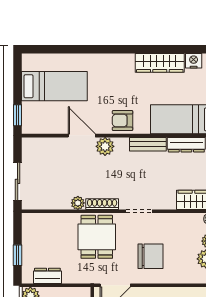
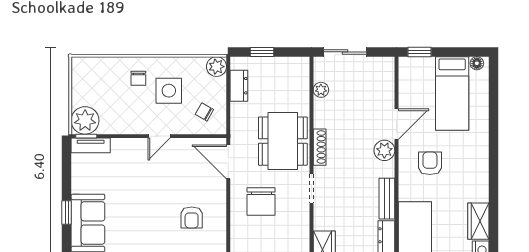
wardrobe: (160, 63) -> (478, 221), width x0.67
floor lamp: (28, 64) -> (477, 63), added
armchair: (123, 121) -> (430, 163), moved
plant: (78, 203) -> (321, 90), moved
dining table: (97, 237) -> (283, 141), width x1.37

